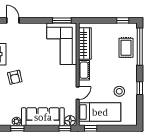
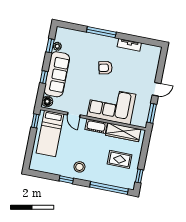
door: (13, 20) -> (157, 89), moved
corner sofa: (62, 44) -> (111, 105), moved
rug: (126, 48) -> (120, 159), moved
armchair: (15, 77) -> (105, 68), moved
stool: (119, 91) -> (79, 167), moved
window: (65, 128) -> (44, 77), moved

